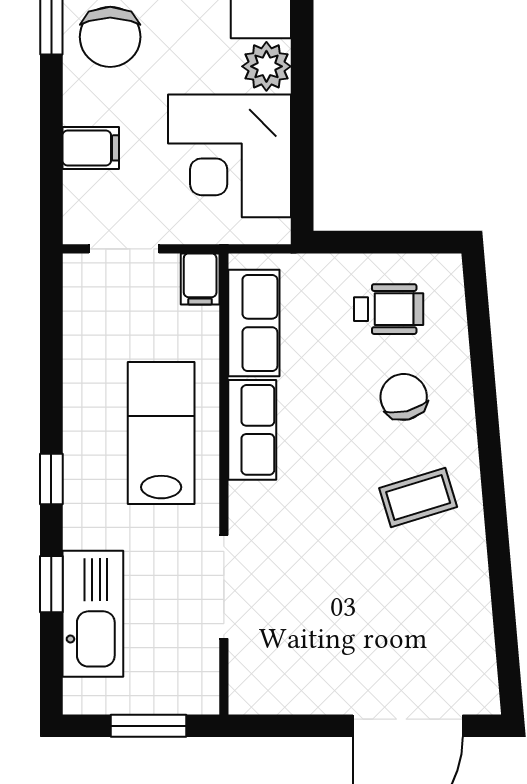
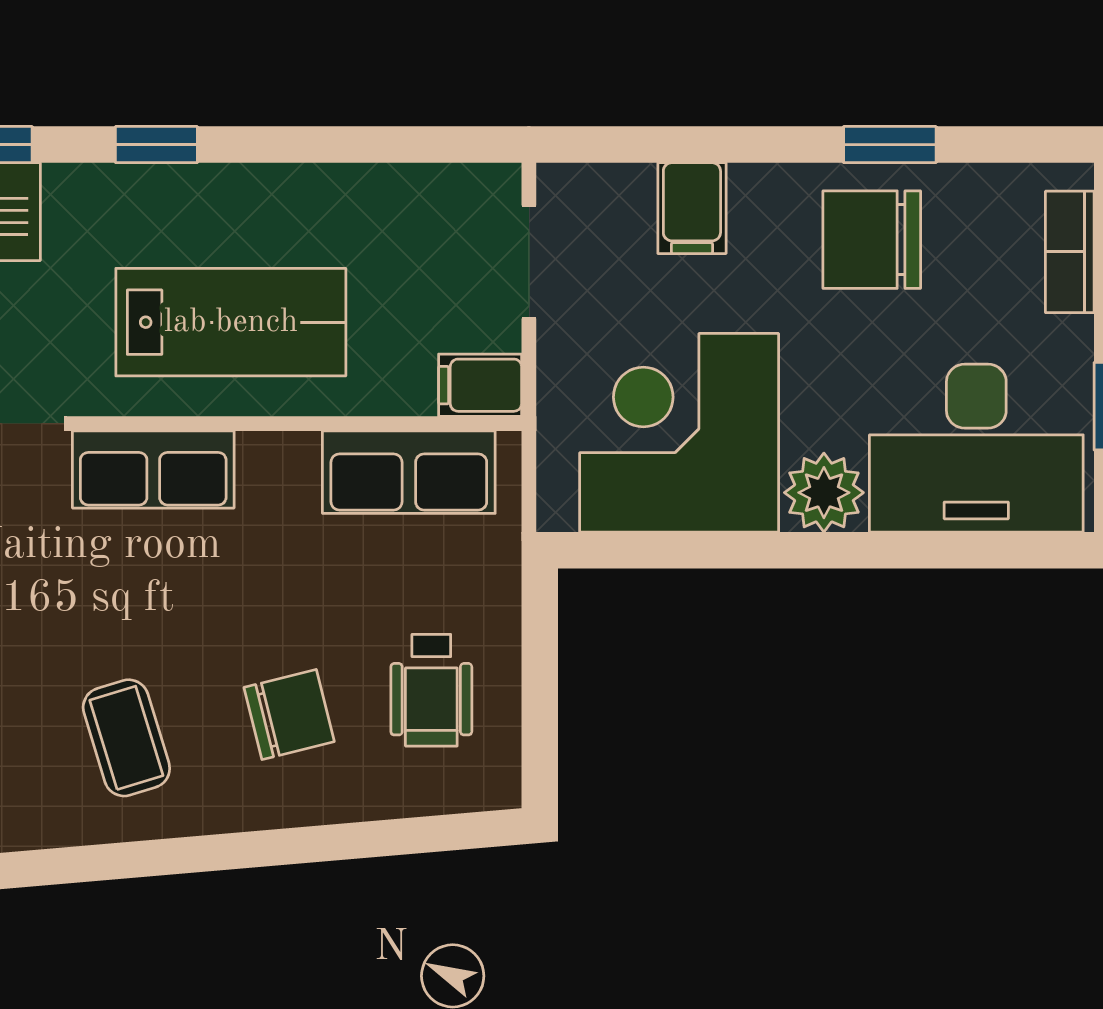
row of seats: (252, 430) -> (153, 469), moved

